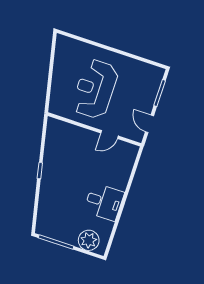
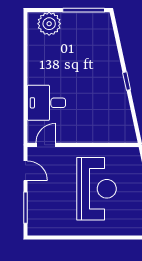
door: (109, 135) -> (46, 145), moved
desk: (104, 202) -> (46, 103), moved

